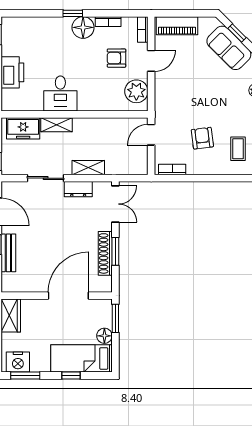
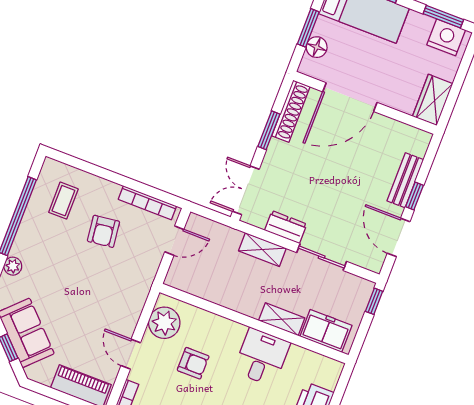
armchair: (116, 58) -> (193, 363), moved
door: (151, 61) -> (131, 354), hinge flipped
door: (151, 135) -> (174, 241), moved
bookcase: (172, 169) -> (147, 203), width x1.56
shoe rack: (105, 253) -> (291, 111), moved
window: (115, 318) -> (308, 28), moved
floor lamp: (104, 336) -> (317, 47), moved

